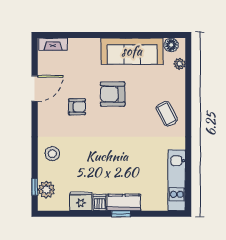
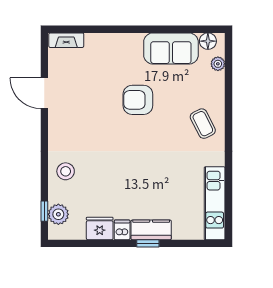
sofa: (132, 51) -> (171, 48), width x0.73
door: (35, 89) -> (44, 93), swing flipped
armchair: (77, 107) -> (95, 115), removed

